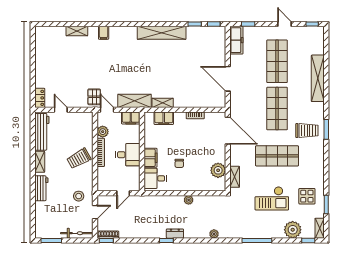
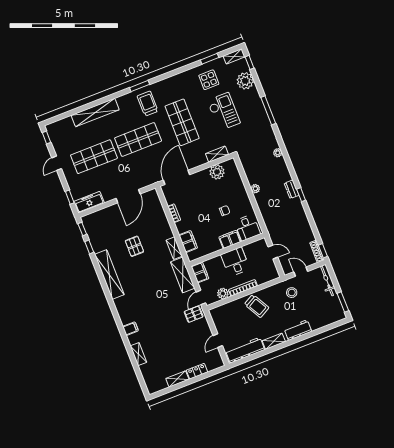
shelving: (40, 58) -> (177, 379), added
pallet: (179, 66) -> (134, 246), added
locker: (40, 98) -> (197, 371), moved

